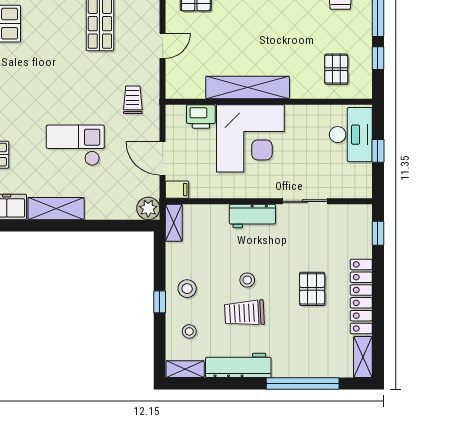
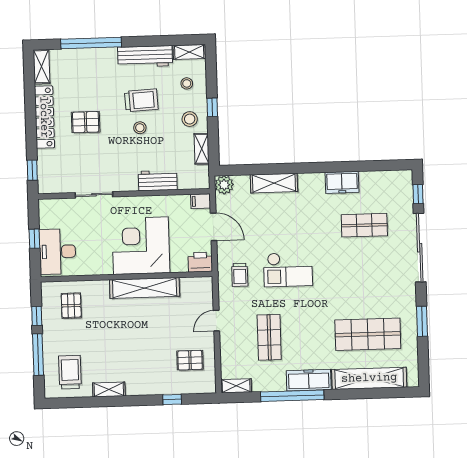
printer: (201, 117) -> (200, 262), moved
checkout: (75, 145) -> (288, 270), moved
shelving: (56, 209) -> (274, 183), moved
workbench: (252, 216) -> (158, 181), moved
shelving: (174, 223) -> (202, 149), moved
pallet: (312, 289) -> (86, 122), turned 90

